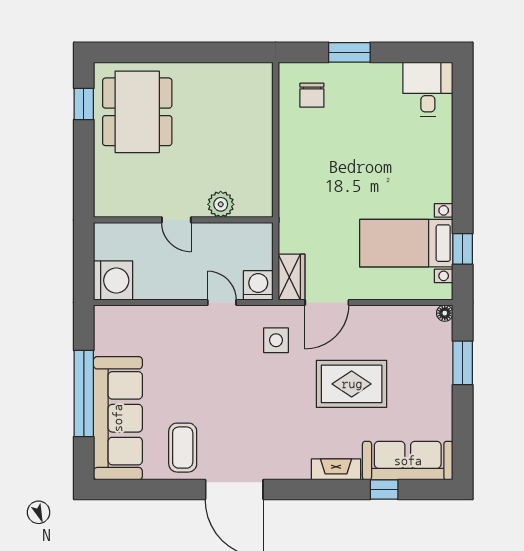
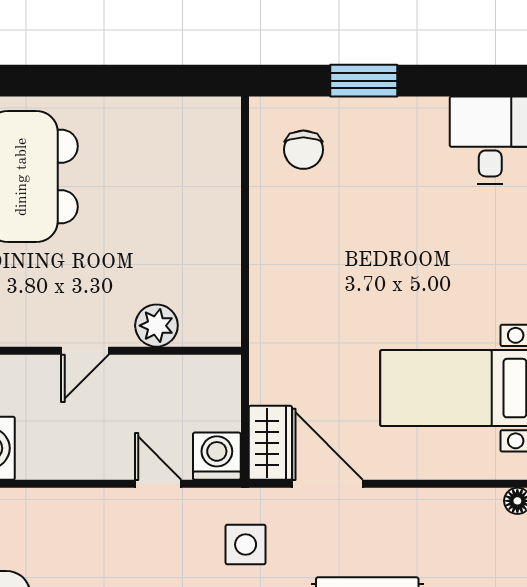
door: (176, 220) -> (85, 351), hinge flipped
door: (327, 302) -> (328, 484), swing flipped

